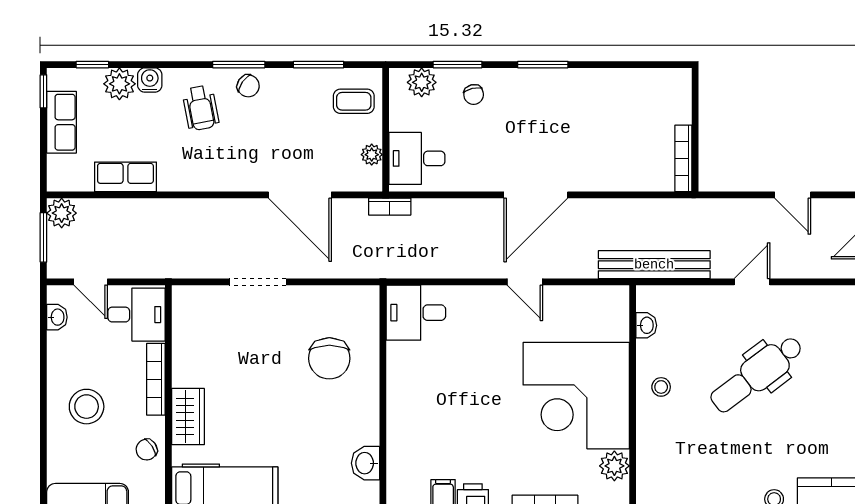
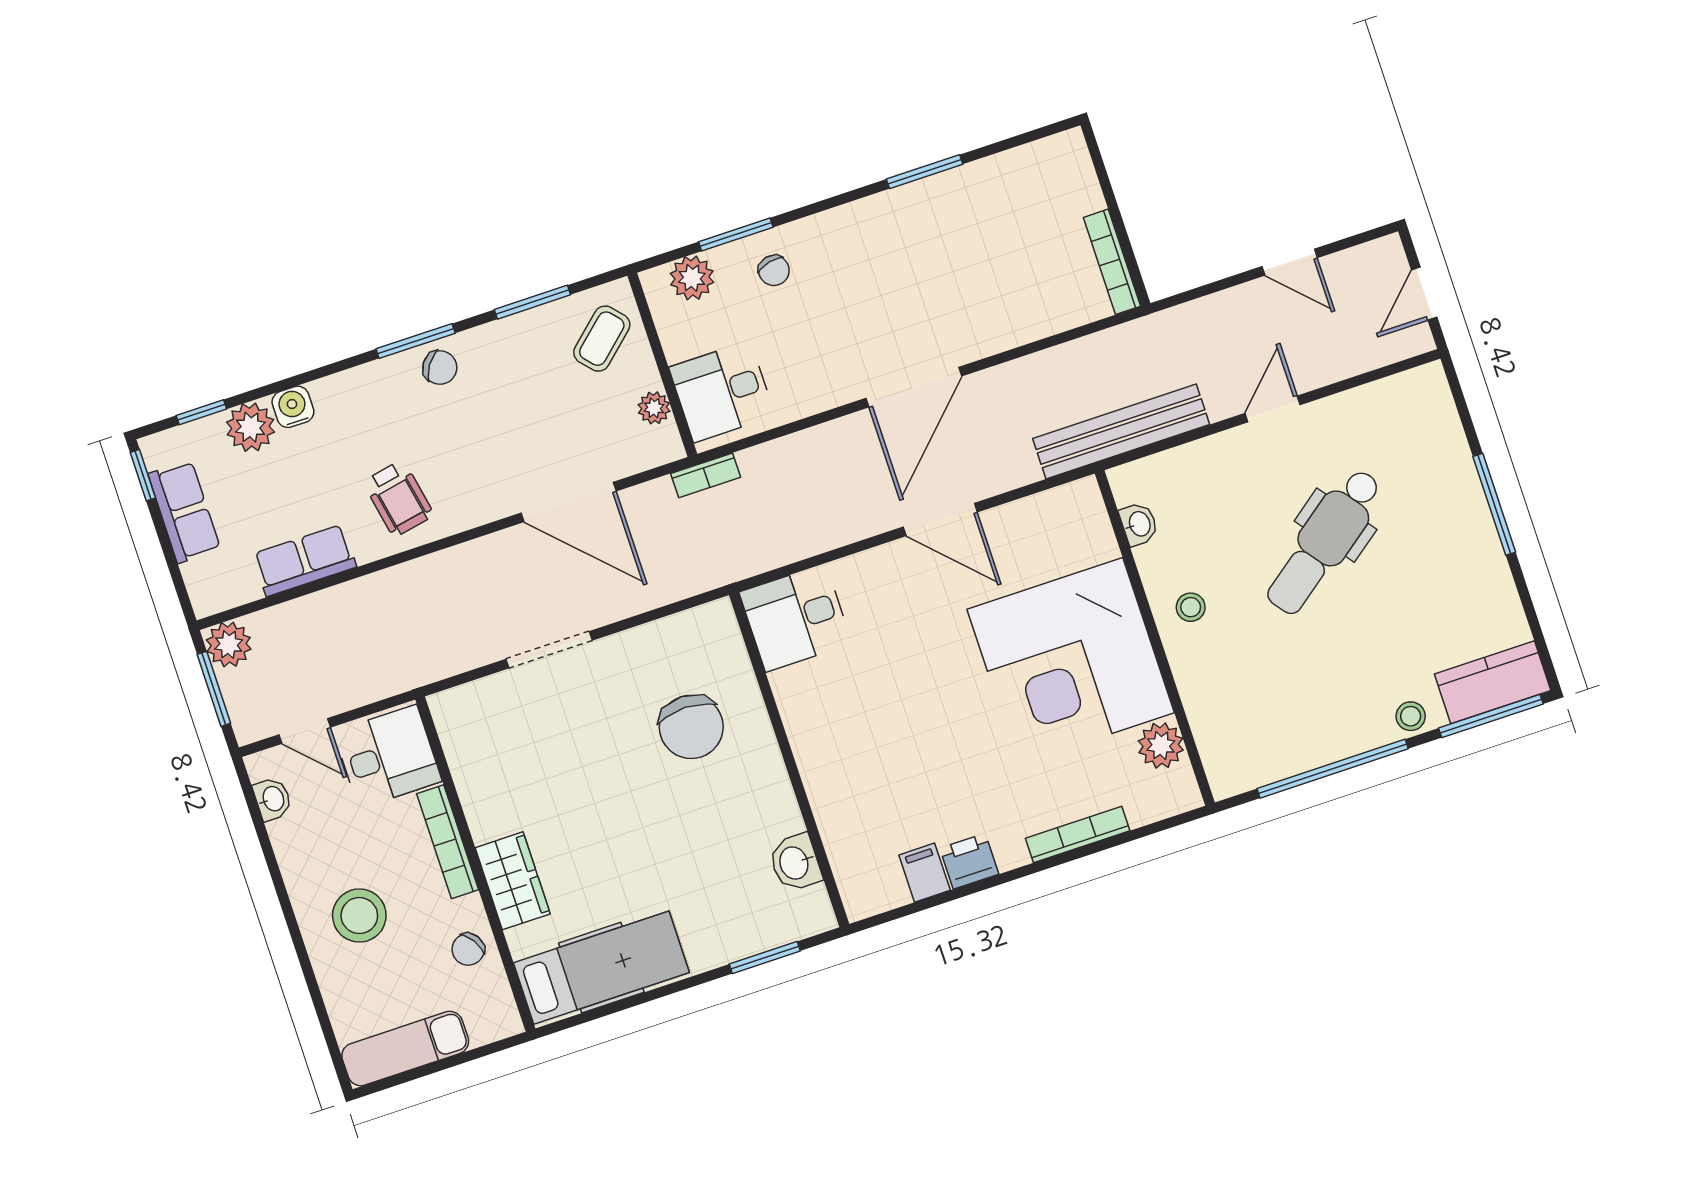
window: (543, 65) -> (925, 172), moved
coffee table: (354, 101) -> (602, 339), turned -42
wheelchair: (201, 108) -> (398, 498), moved
door: (525, 282) -> (940, 520), width x1.38

